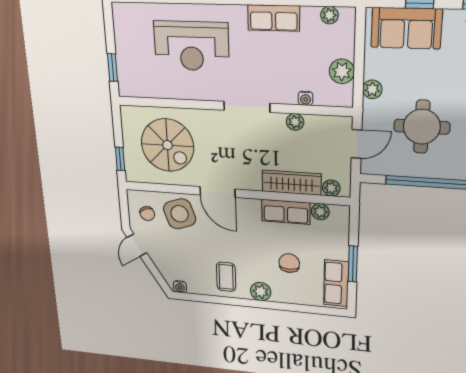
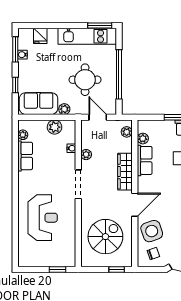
row of seats: (274, 18) -> (25, 156), moved
sofa: (406, 28) -> (39, 104), moved, turned -90
wardrobe: (291, 183) -> (125, 172), moved

